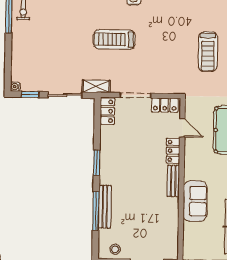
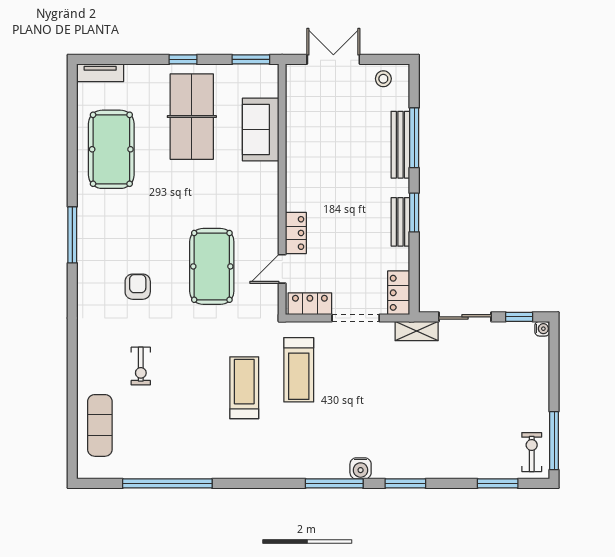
treadmill: (114, 39) -> (299, 370), moved, turned 90
door: (182, 128) -> (282, 269), hinge flipped
bench: (173, 181) -> (400, 222), moved
sofa: (195, 201) -> (261, 129), moved

